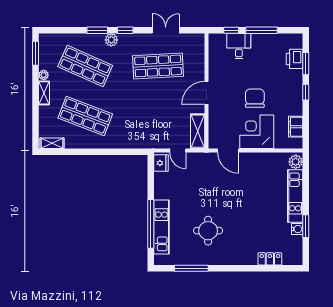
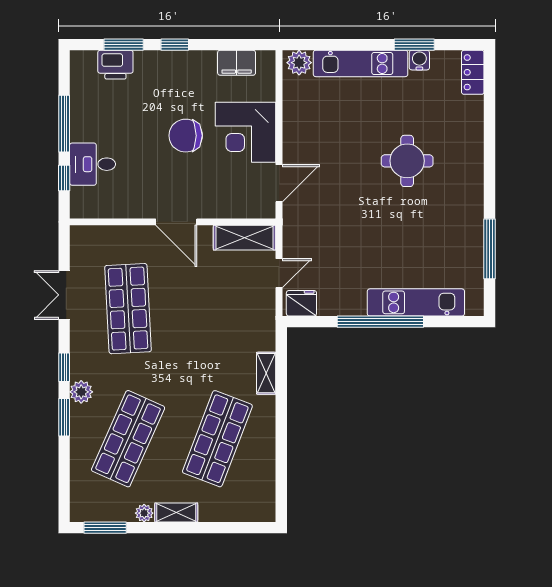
shelving: (52, 143) -> (266, 373), moved
window: (151, 224) -> (380, 322), moved
round table: (208, 231) -> (407, 161), moved
locker: (270, 259) -> (473, 72), moved

